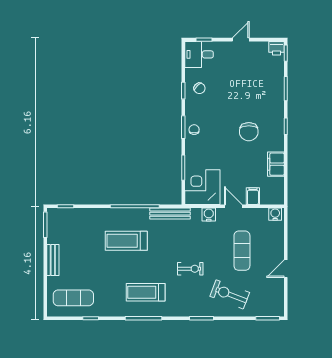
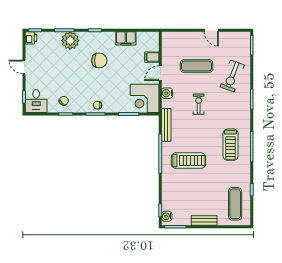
plant: (273, 96) -> (70, 41), added
water cooler: (275, 214) -> (167, 216), moved
treadmill: (126, 241) -> (188, 161), turned -90
exercise bike: (190, 269) -> (199, 104), moved

